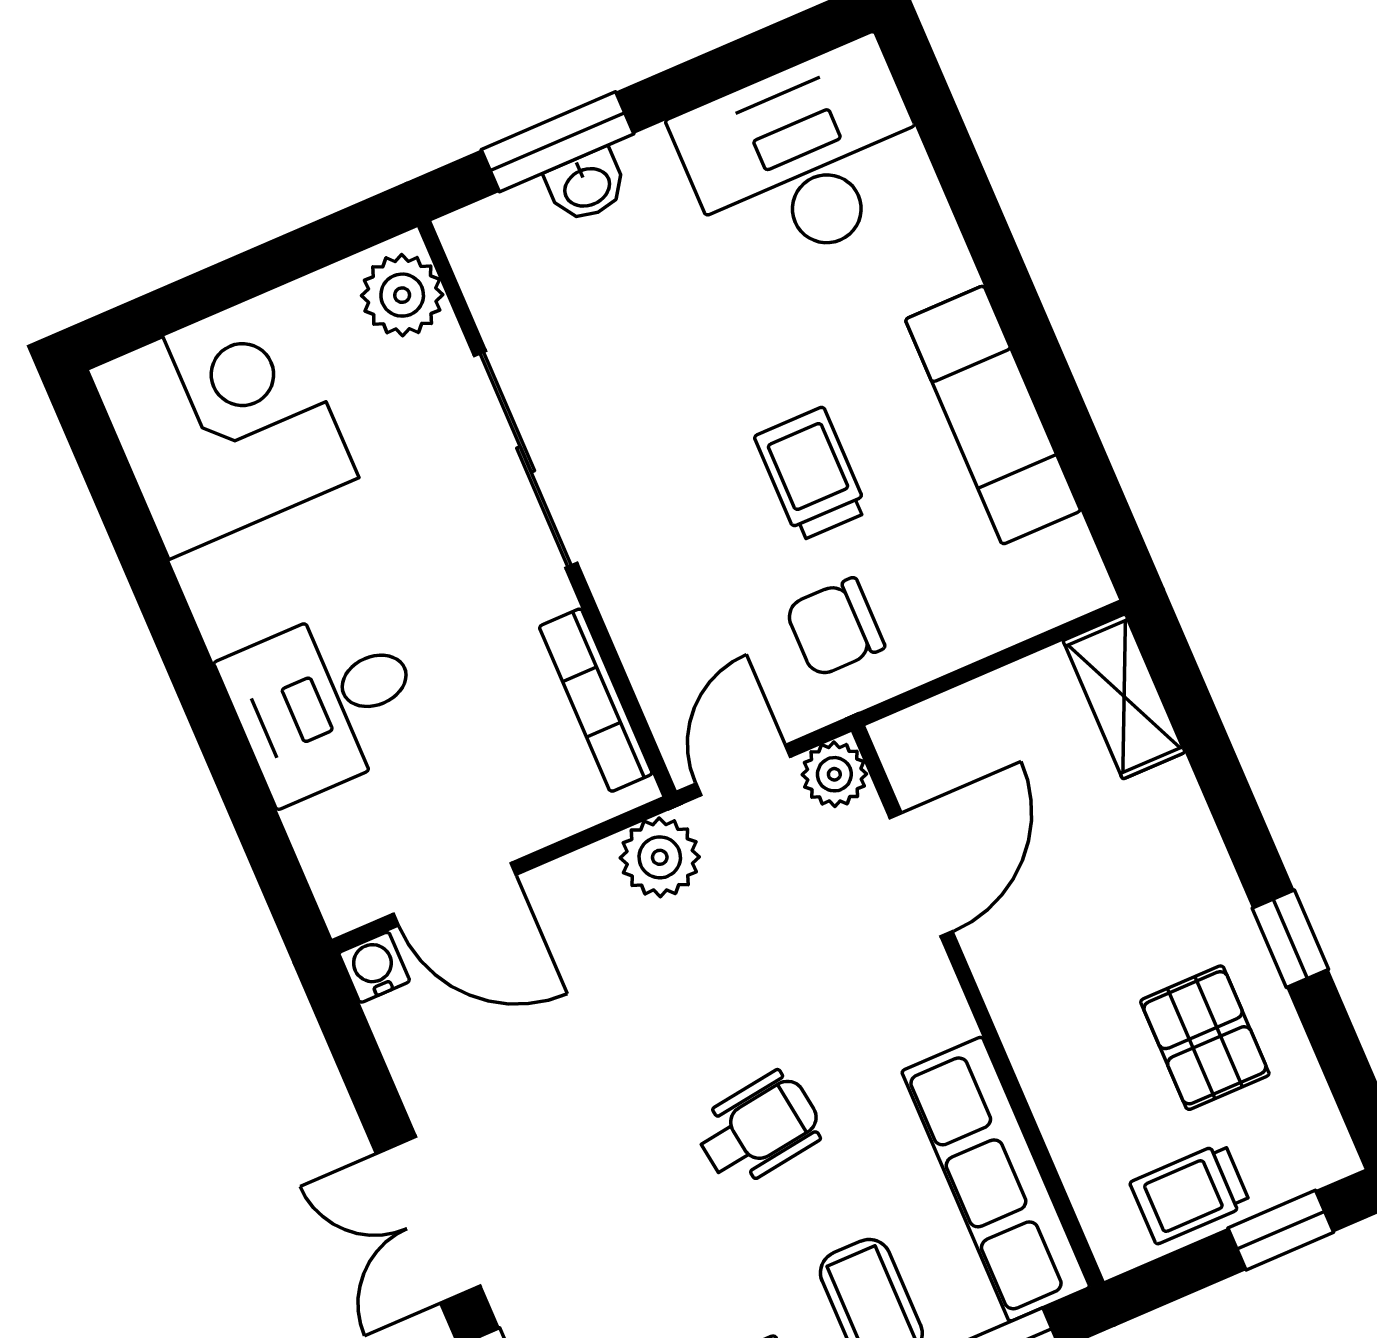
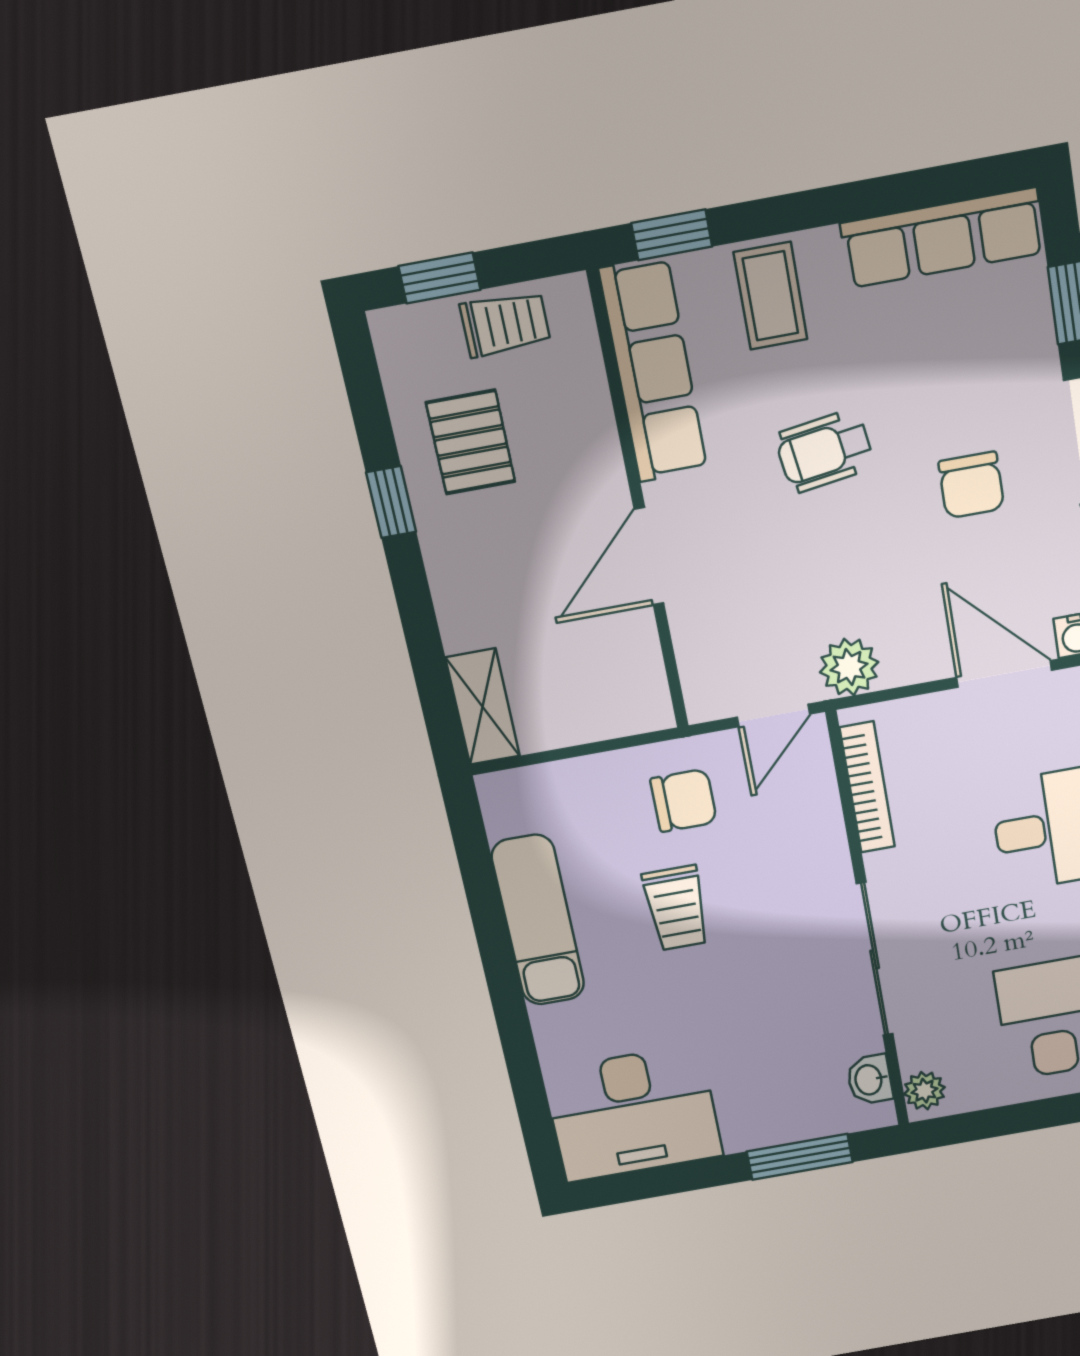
washbasin: (587, 186) -> (870, 1080), moved, turned -90
plant: (402, 295) -> (924, 1091), width x0.73, depth x0.73
plant: (834, 774) -> (708, 698), removed
door: (921, 875) -> (649, 556), moved
chair: (562, 1129) -> (971, 485), added

